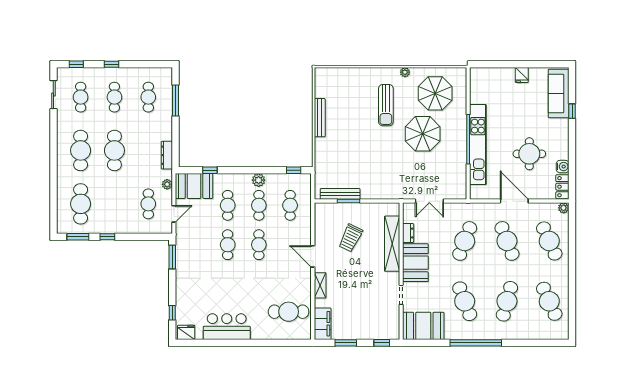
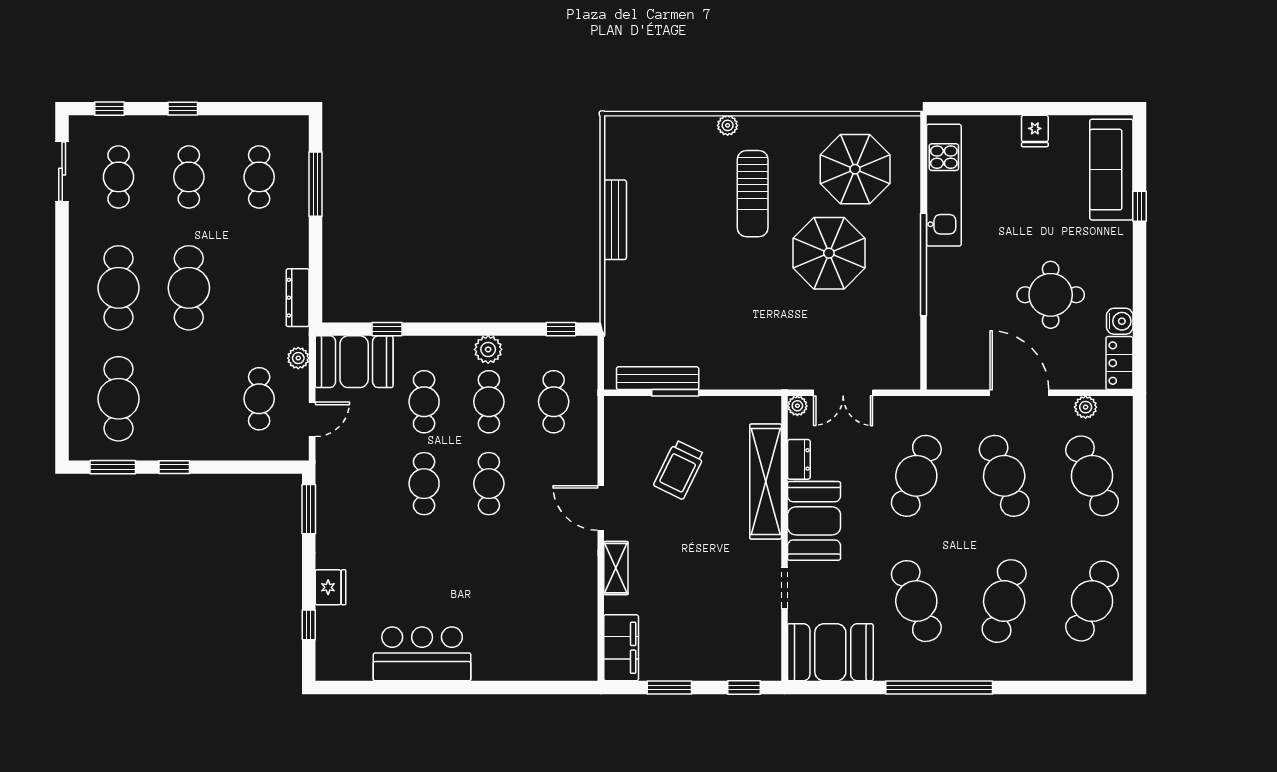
plant: (405, 72) -> (728, 125), moved
kitchen unit: (478, 145) -> (944, 185), moved, width x0.73
plant: (407, 207) -> (797, 406), added
plant: (564, 208) -> (1086, 407), moved
cafe table: (549, 301) -> (1092, 601), turned 48
cafe table: (289, 312) -> (550, 623), removed
fridge: (186, 332) -> (330, 587), moved, turned 90

